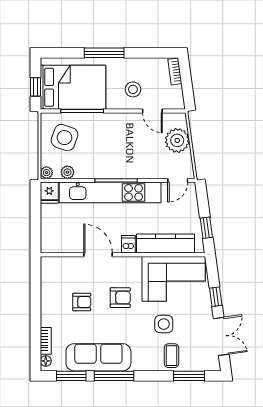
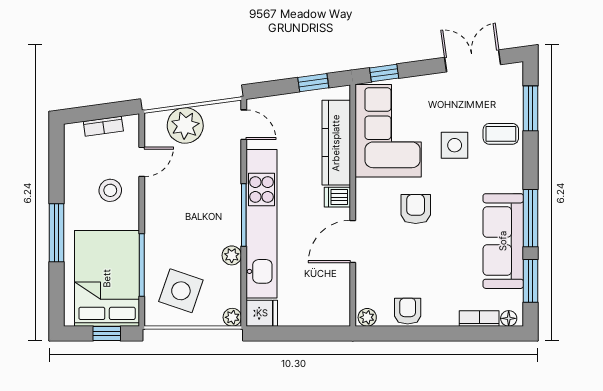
bookcase: (175, 71) -> (103, 126), moved
plant: (67, 172) -> (232, 255), moved
plant: (46, 265) -> (367, 317), added
window: (216, 297) -> (384, 73), moved
armchair: (82, 302) -> (408, 311), moved

